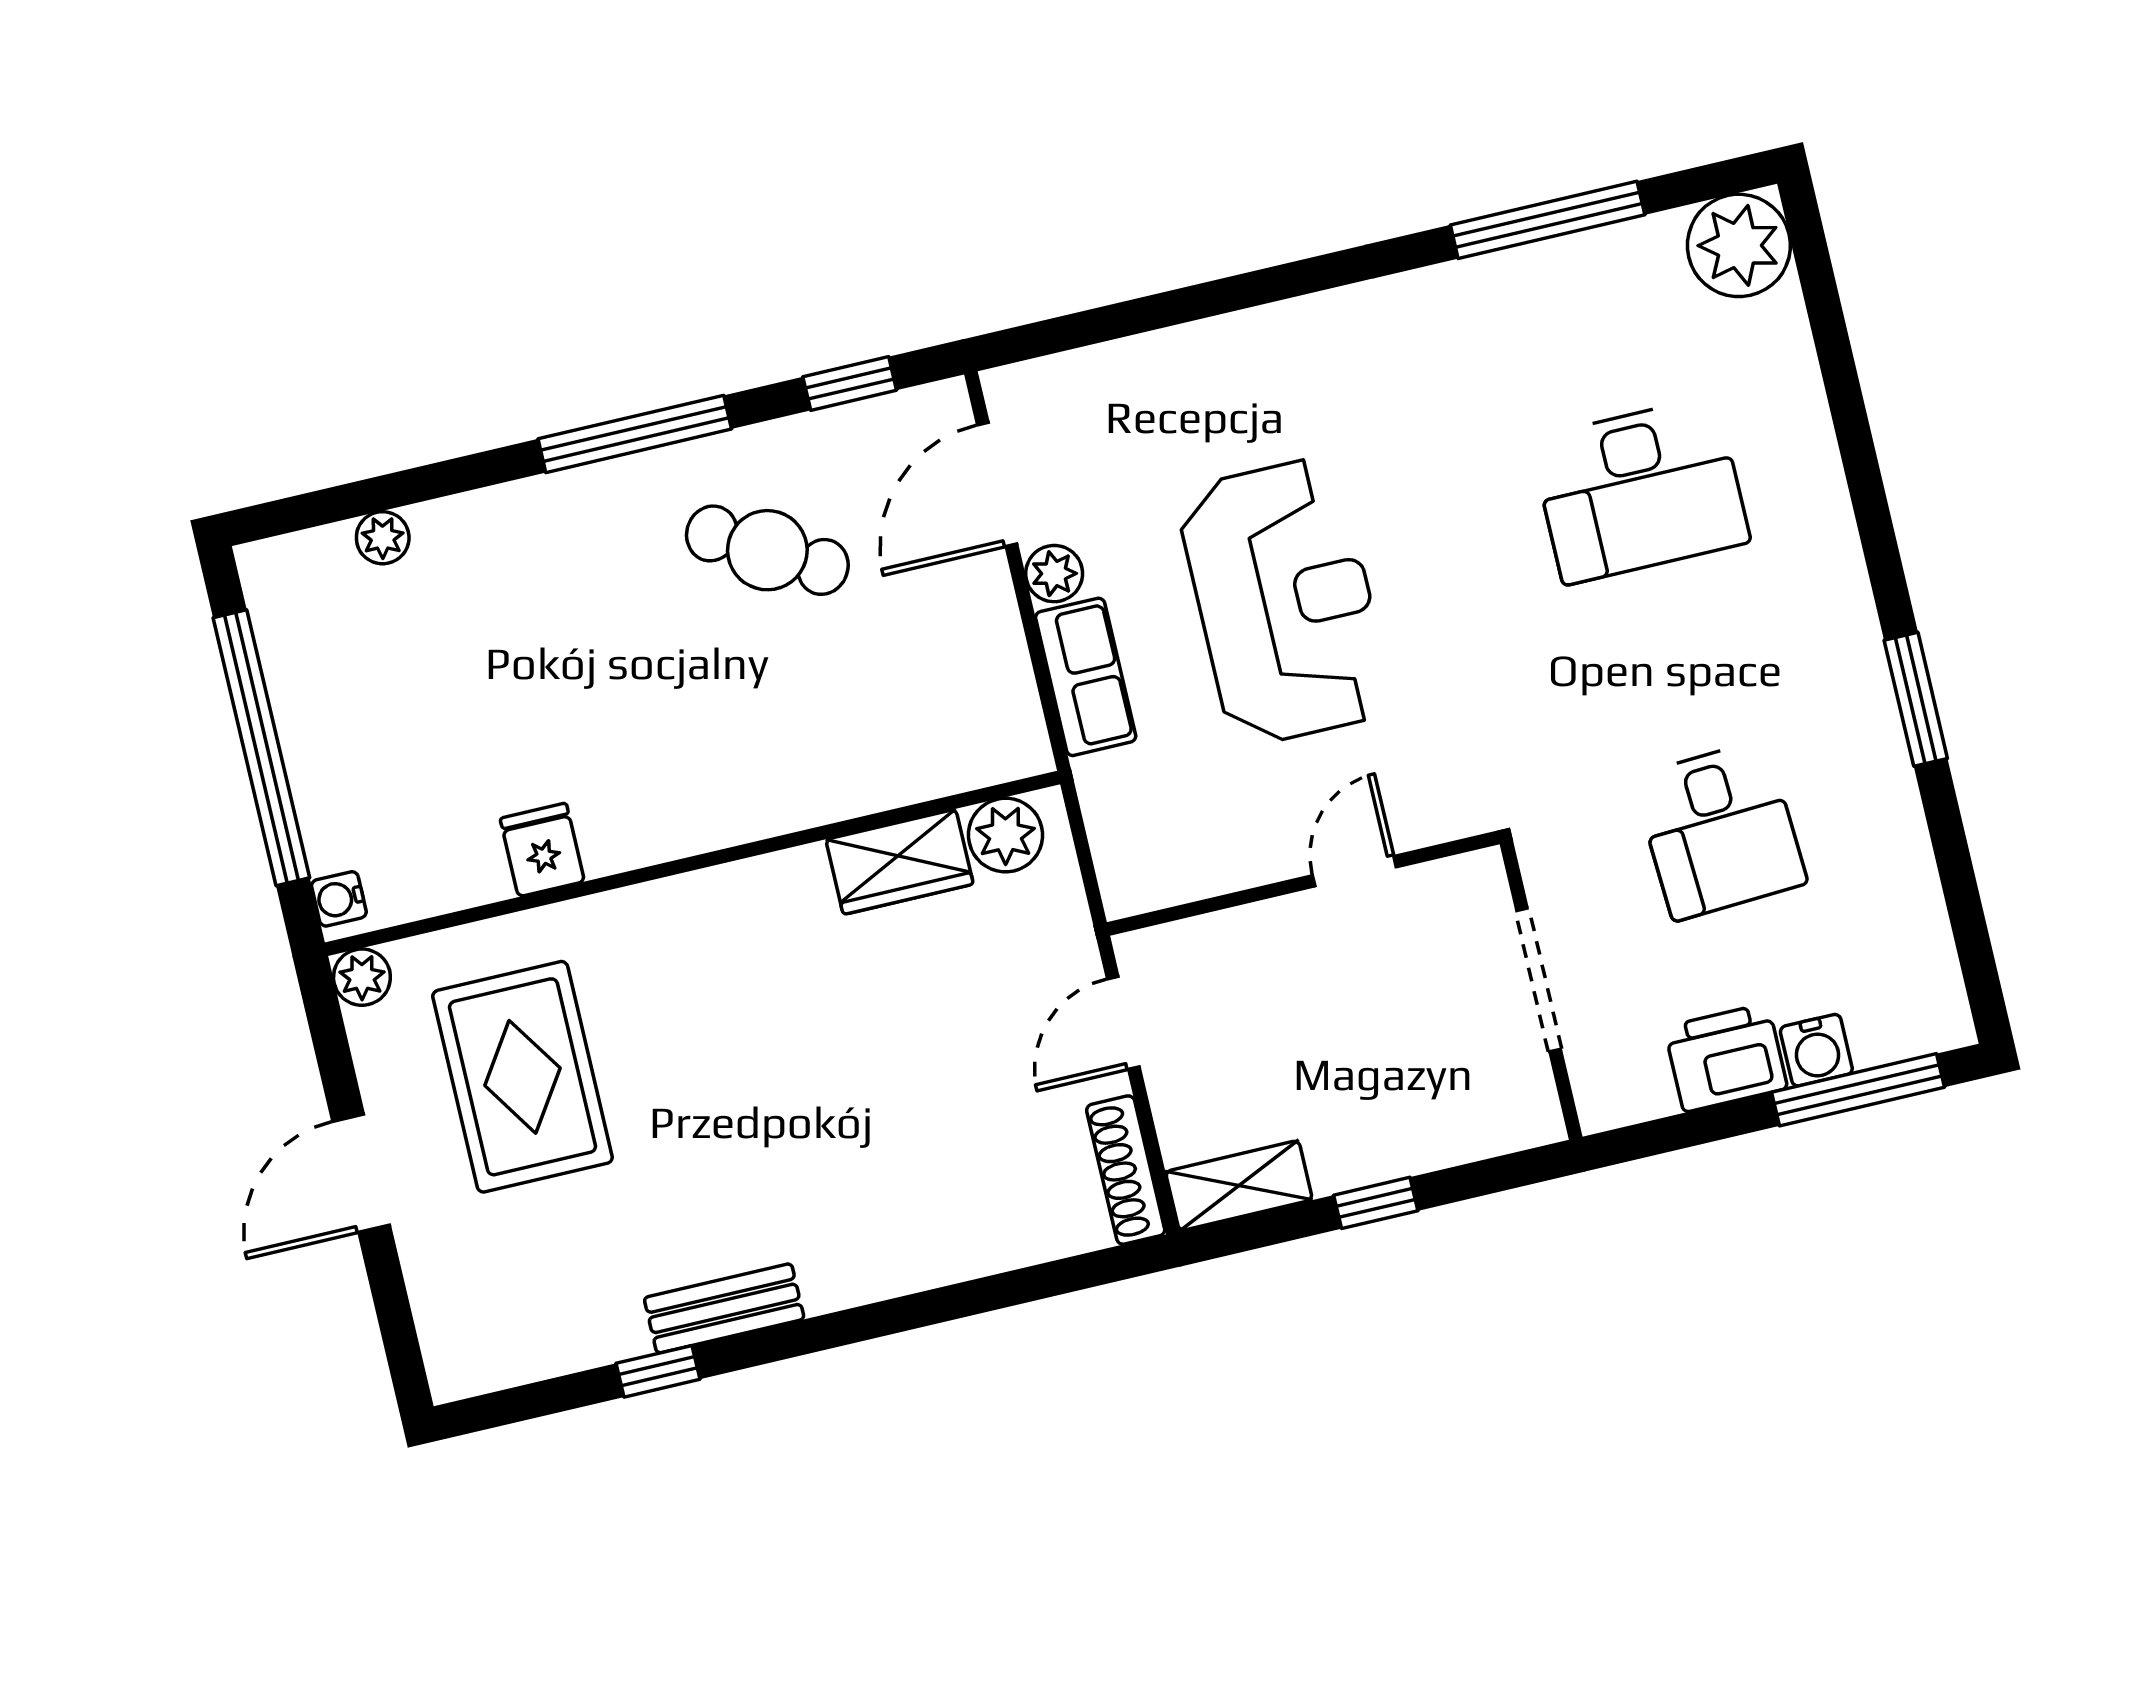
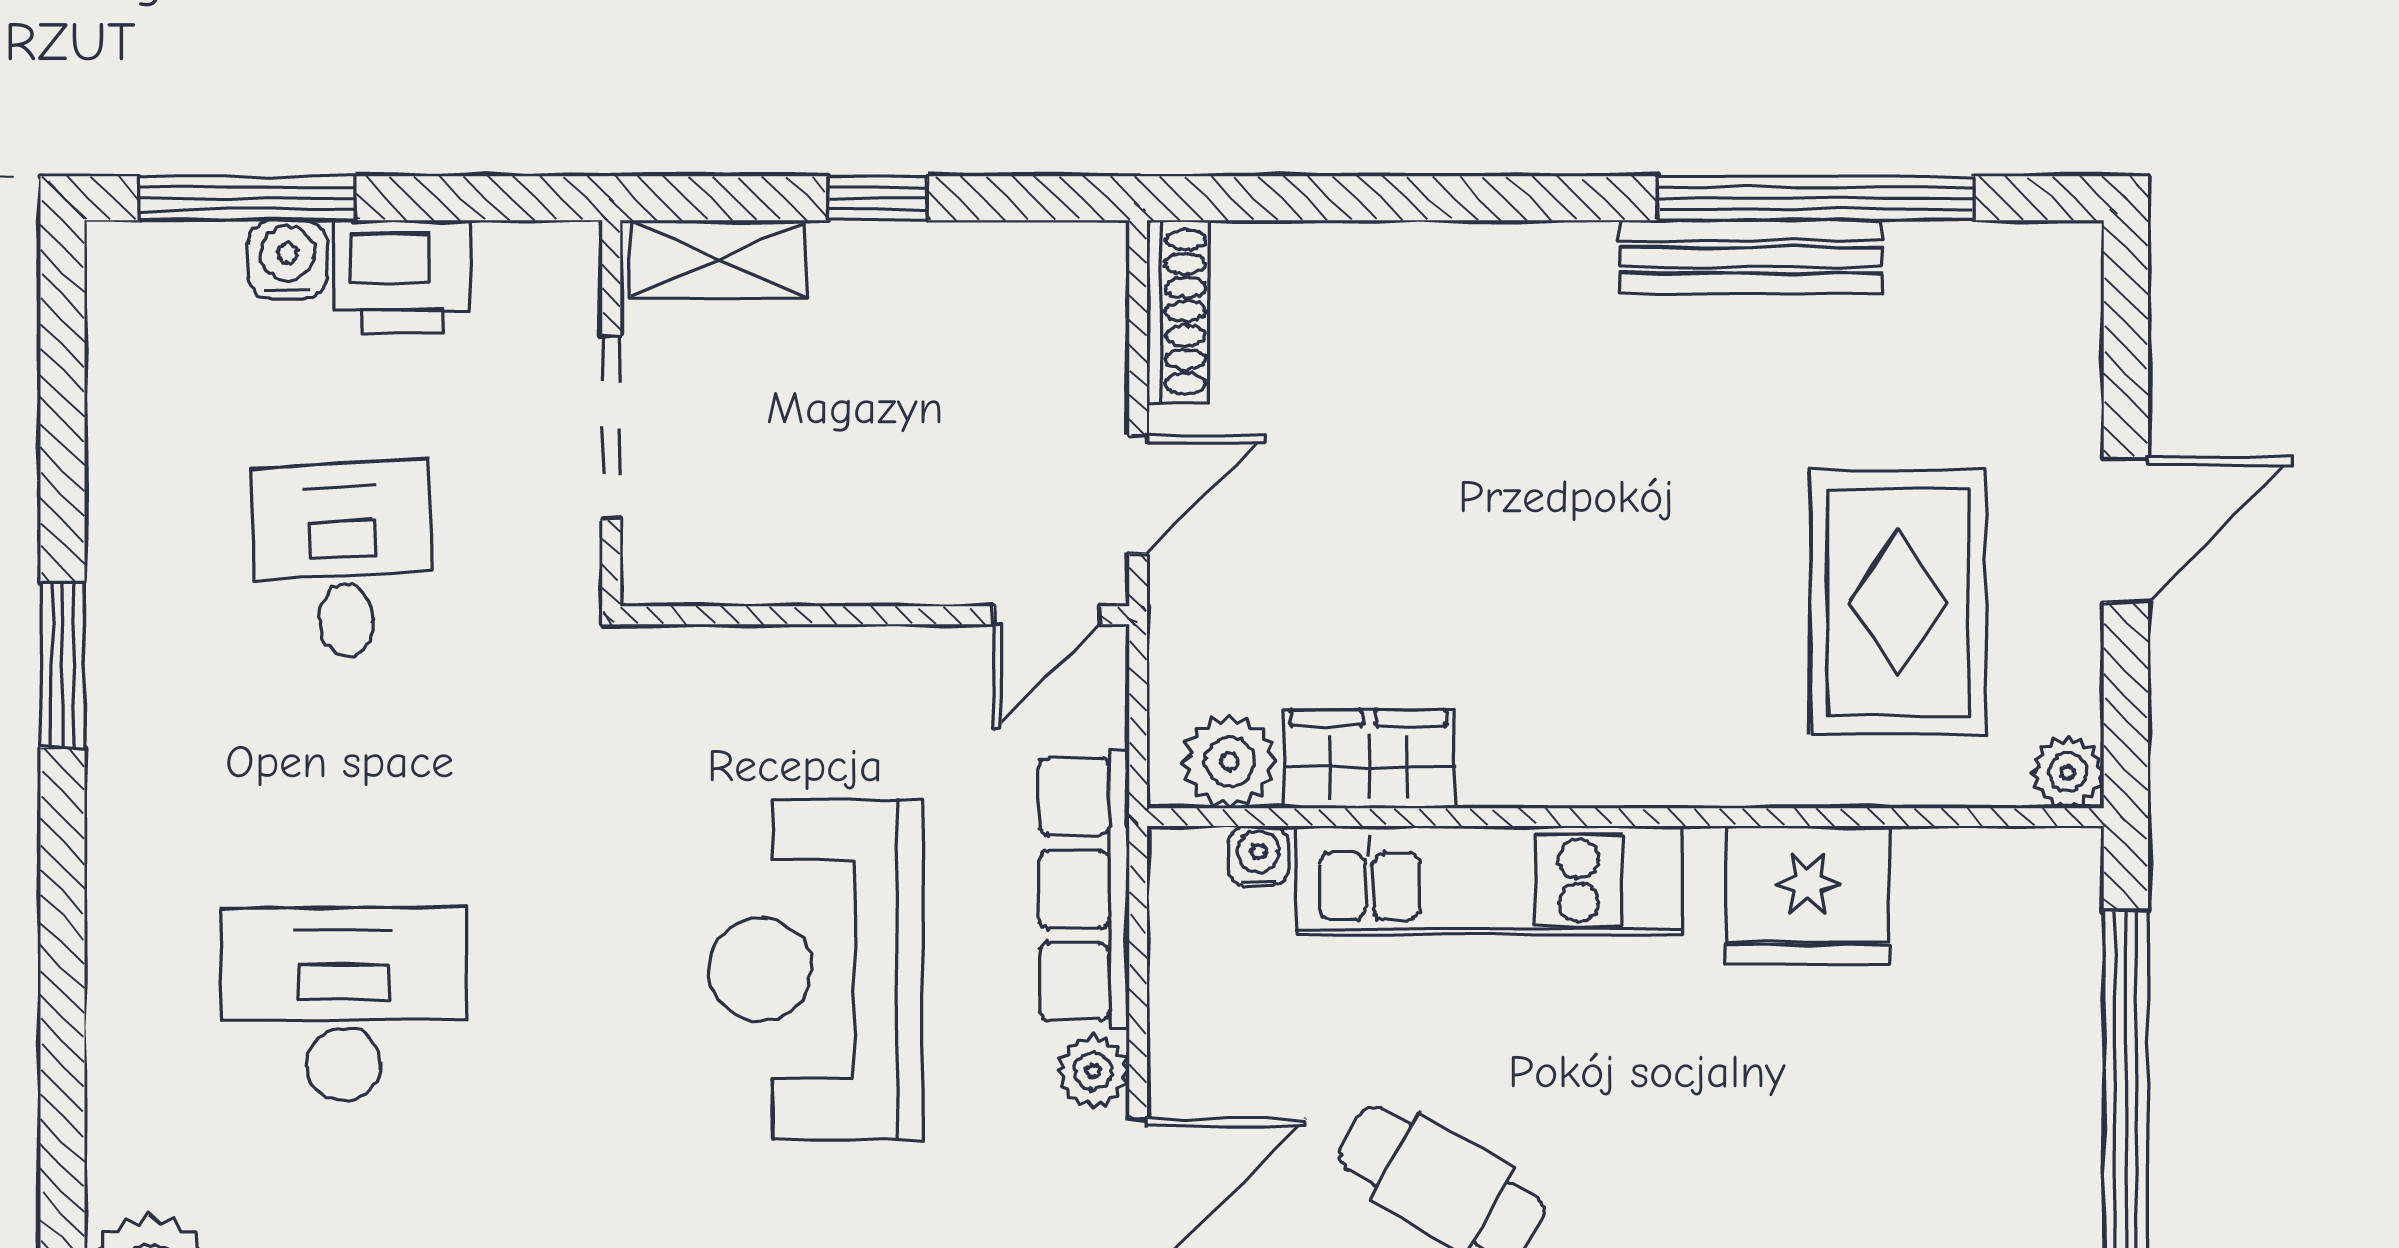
row of seats: (1086, 677) -> (1084, 889), width x1.48
kitchen unit: (785, 791) -> (1489, 881), added
fridge: (542, 850) -> (1808, 895), width x1.88, depth x1.34
door: (1354, 871) -> (1047, 615), moved
water cooler: (339, 899) -> (1259, 856), moved, turned -90
shelving: (1239, 1186) -> (718, 259), moved
bench: (724, 1308) -> (1751, 257), width x1.36
window: (658, 1371) -> (1816, 198), width x3.17

